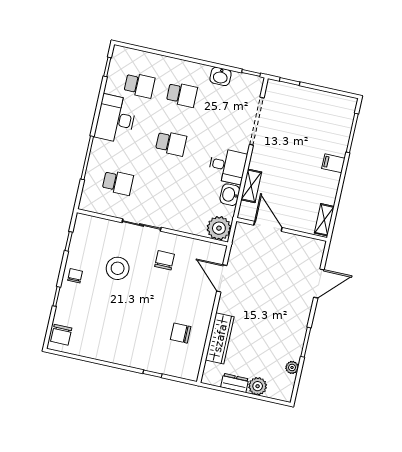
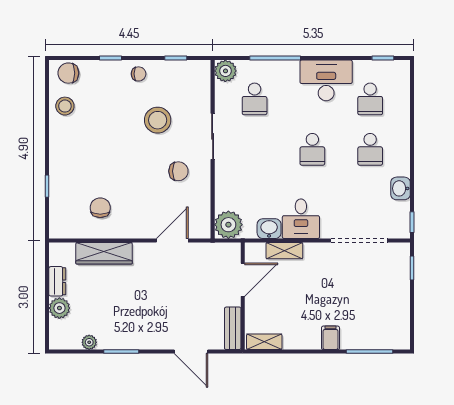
plant: (89, 202) -> (225, 71), added
bench: (307, 244) -> (233, 328), added
stool: (88, 344) -> (65, 106), added

